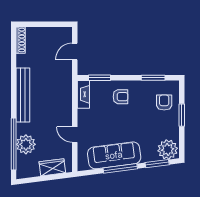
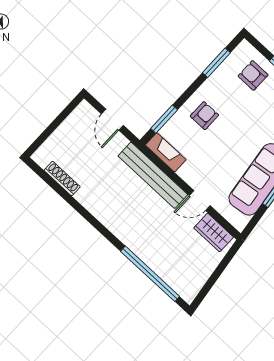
shoe rack: (21, 40) -> (62, 179), moved
bench: (23, 95) -> (153, 175), moved
plant: (26, 144) -> (162, 261), removed
wardrobe: (52, 167) -> (214, 232), moved, turned -83

